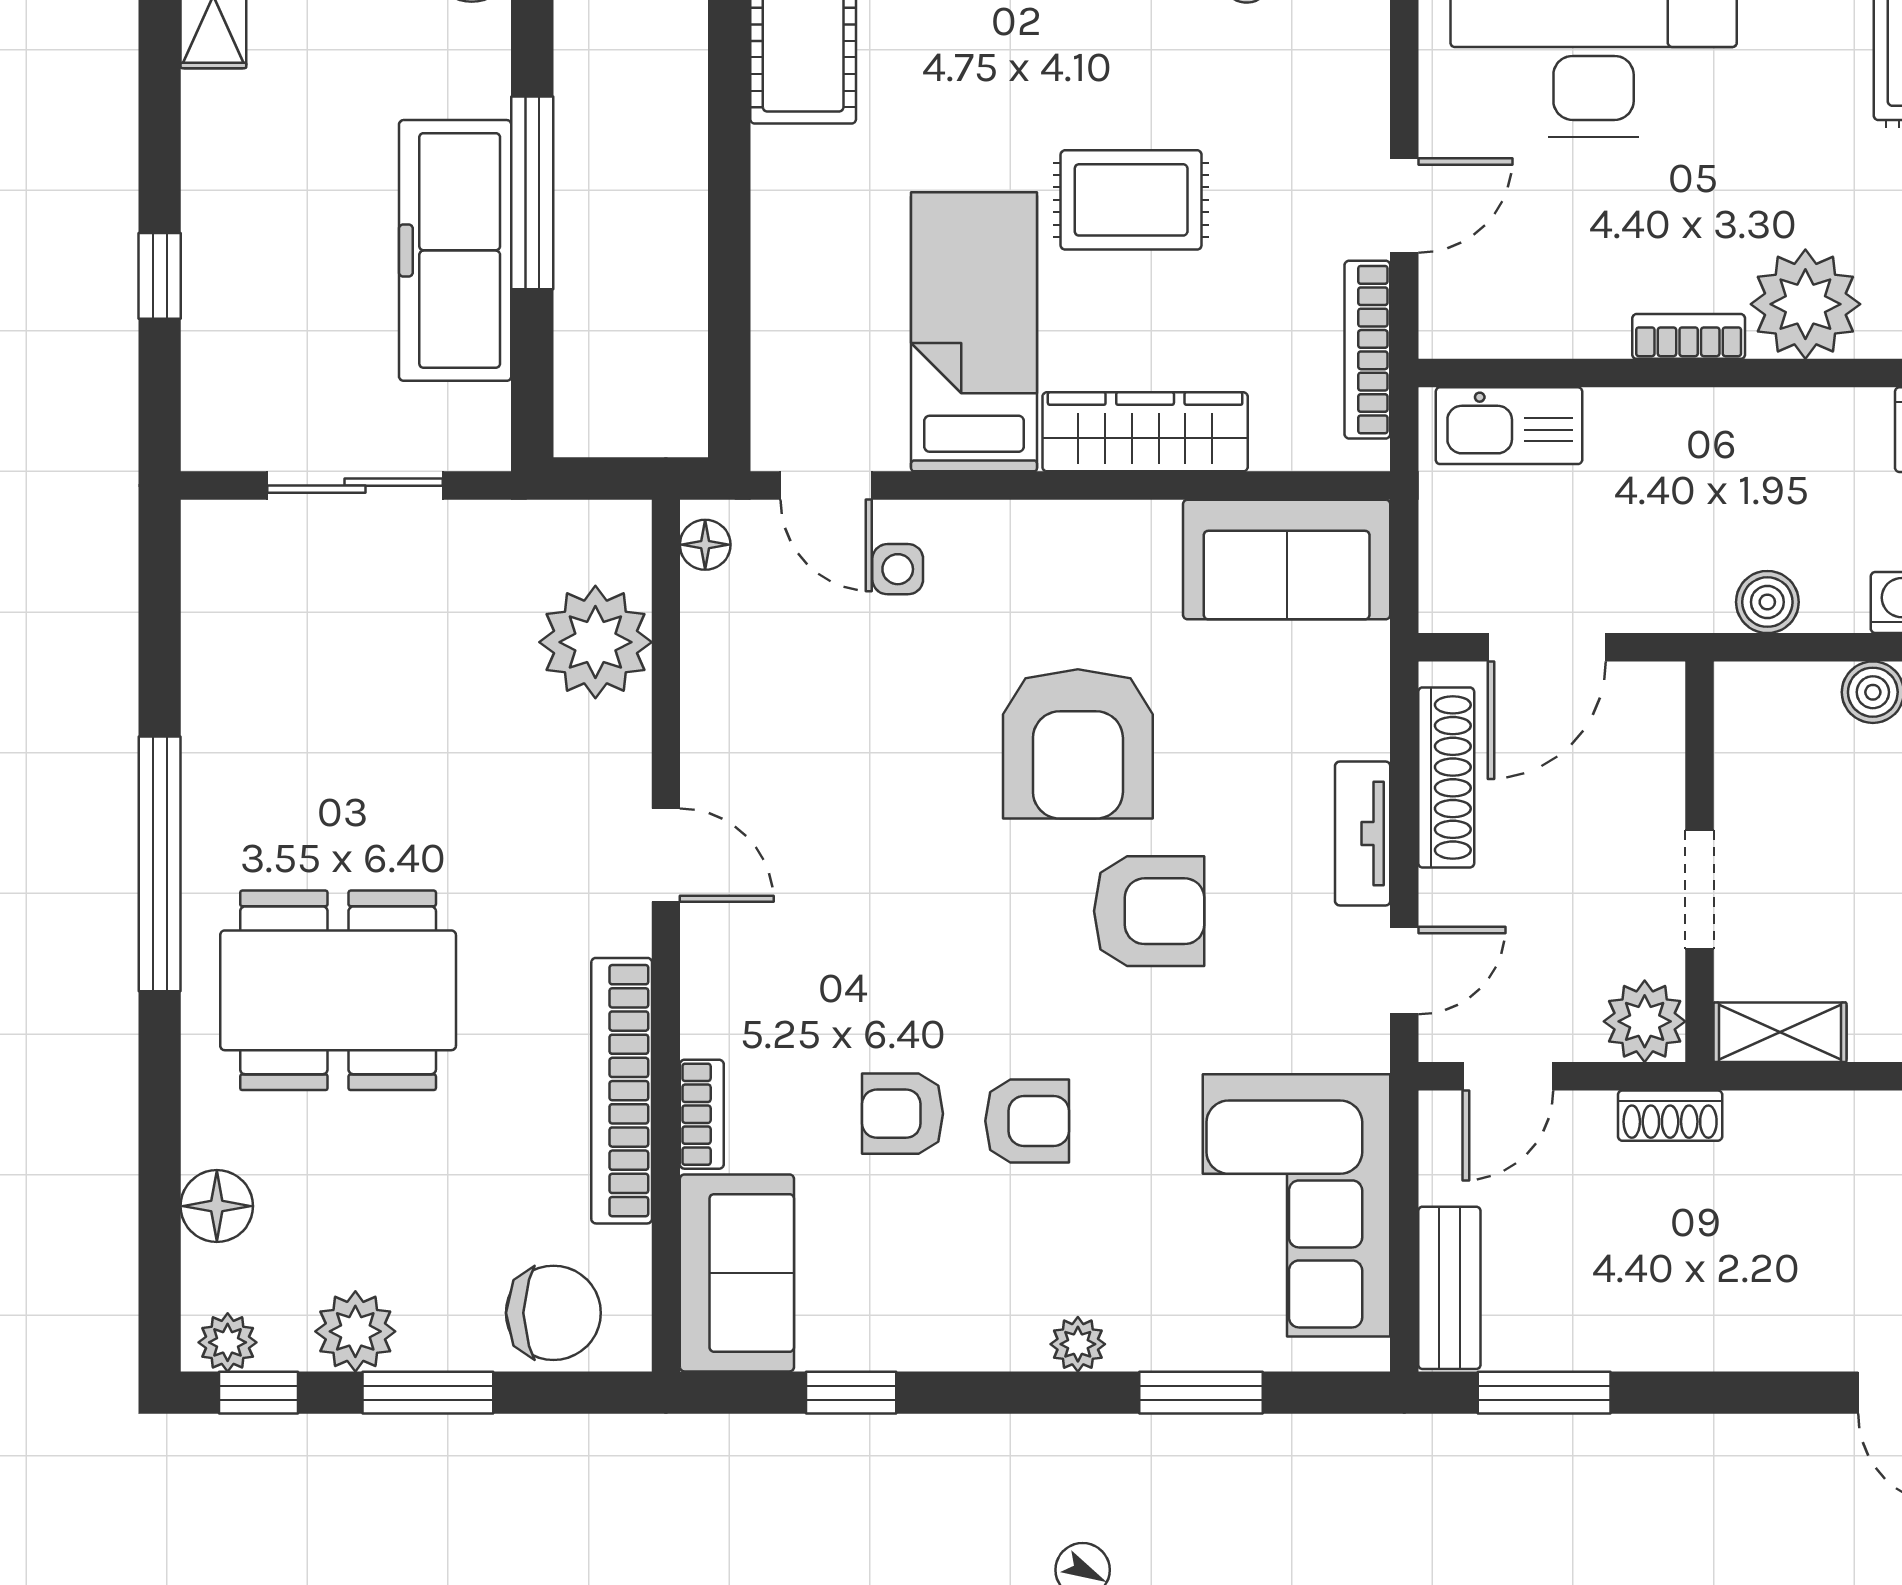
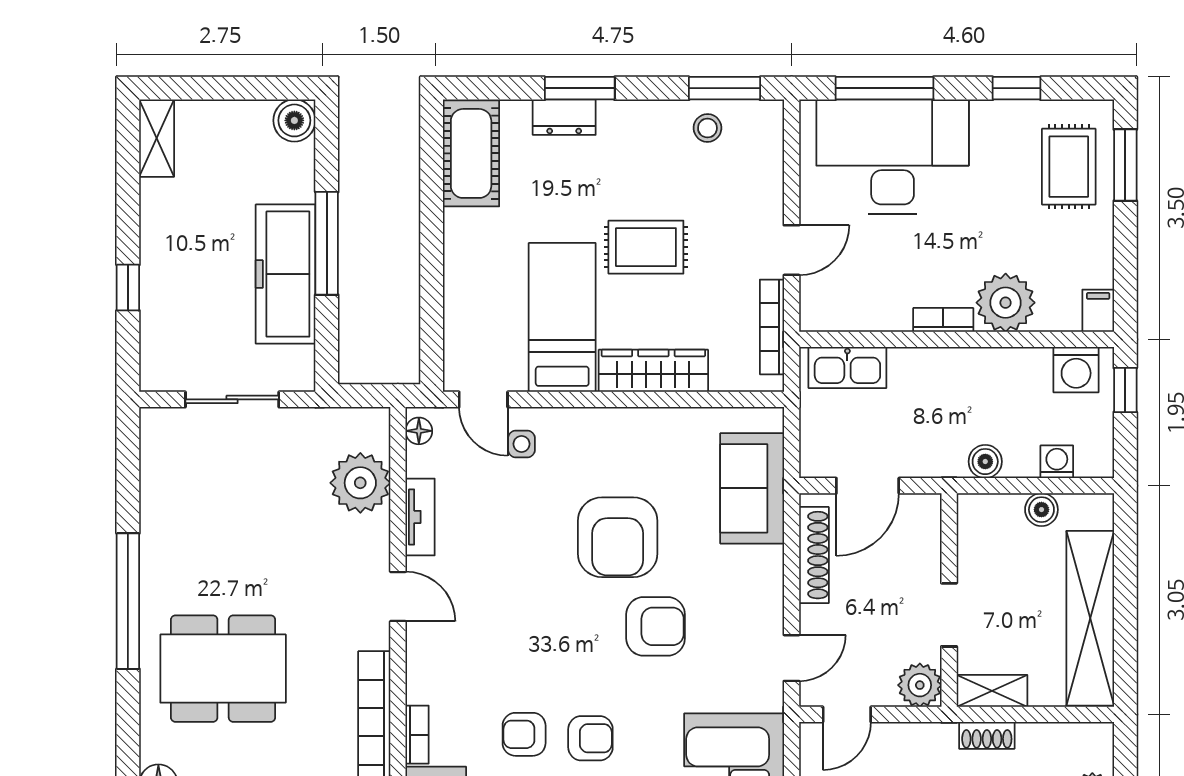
sofa: (1287, 559) -> (752, 488), moved, turned 90
tv unit: (1363, 834) -> (420, 517), moved, turned 180
shoe rack: (1670, 1116) -> (987, 735), moved

